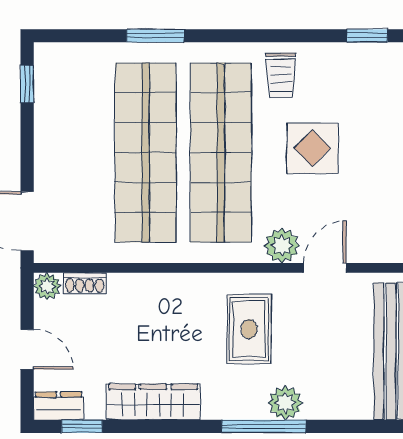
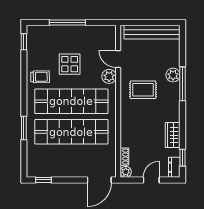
wardrobe: (153, 402) -> (173, 135), width x0.67

